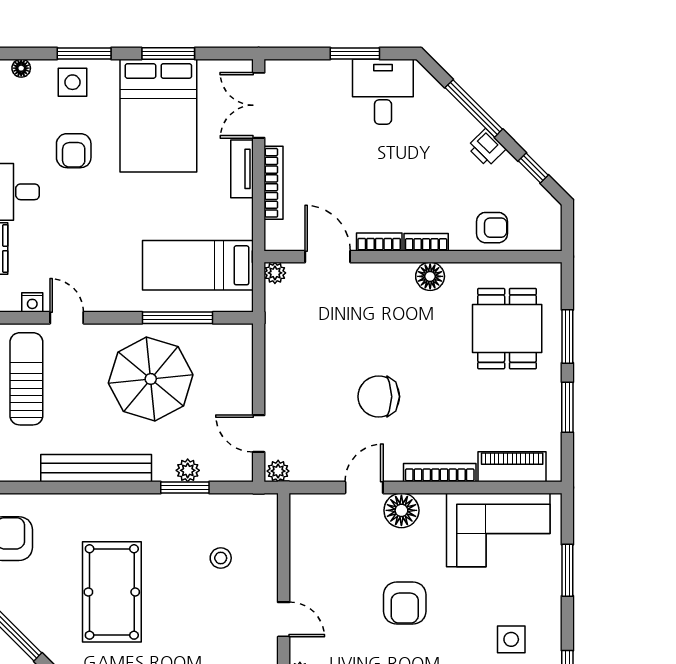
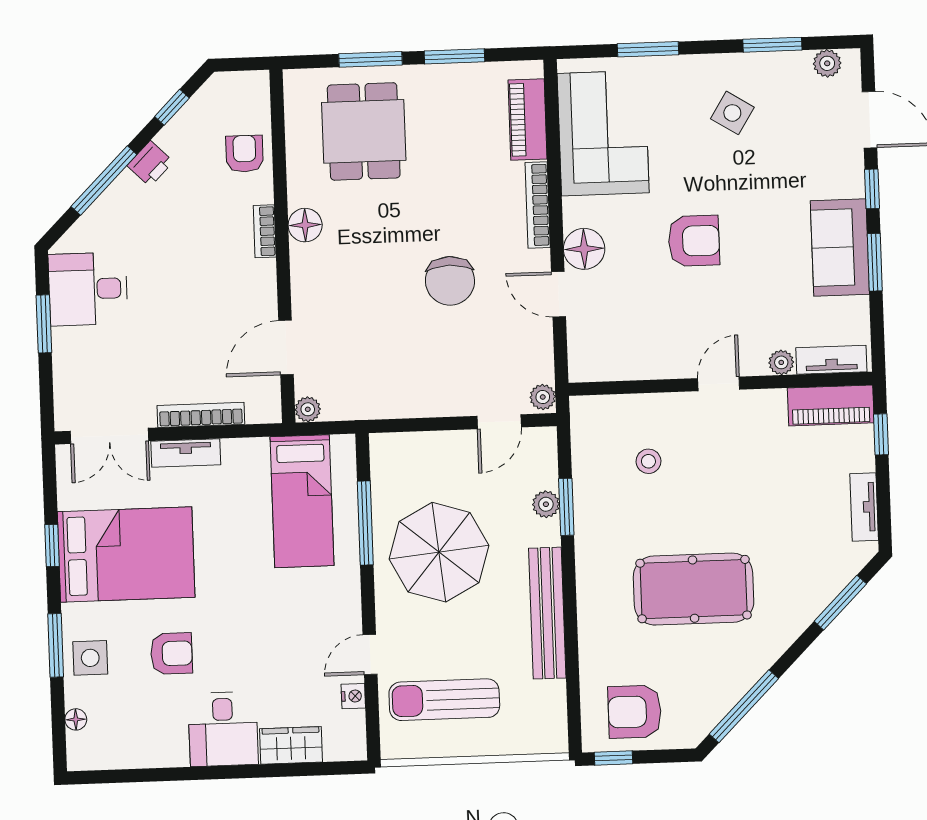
window: (168, 54) -> (52, 546), width x0.67
bookcase: (379, 242) -> (266, 287), removed
dining table: (507, 329) -> (364, 131), turned 90
side table: (511, 639) -> (732, 113), turned 32

